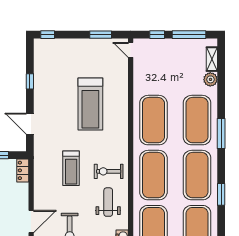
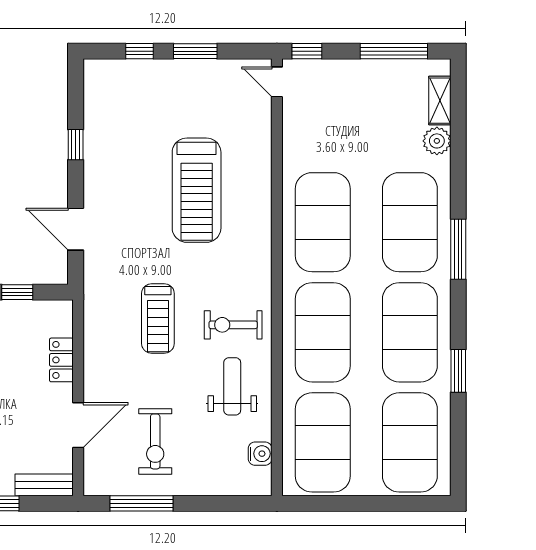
window: (48, 35) -> (140, 51), moved
window: (101, 35) -> (195, 51), moved
window: (157, 35) -> (307, 51), moved
locker: (23, 170) -> (61, 360), moved

